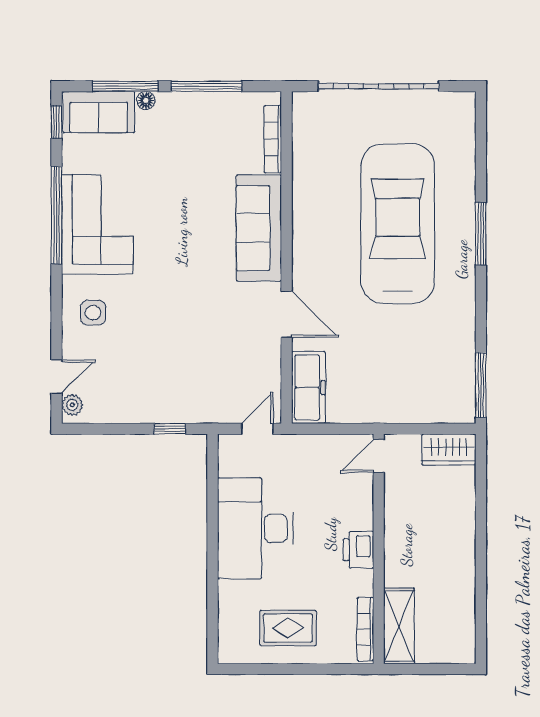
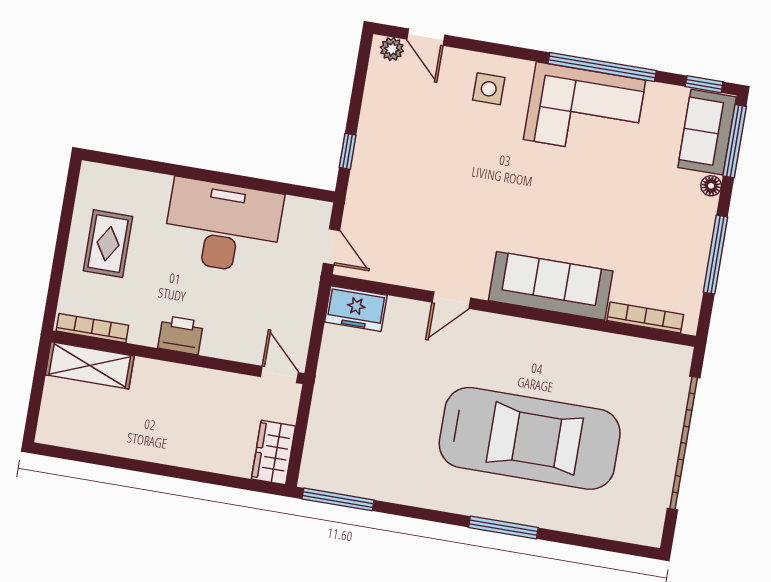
window: (125, 86) -> (735, 141), moved
door: (287, 314) -> (451, 300), width x0.73
freezer: (308, 388) -> (356, 309), width x0.71

